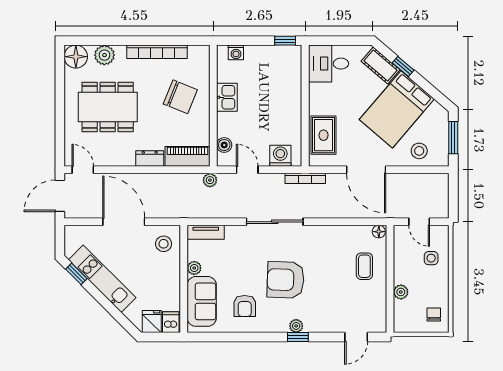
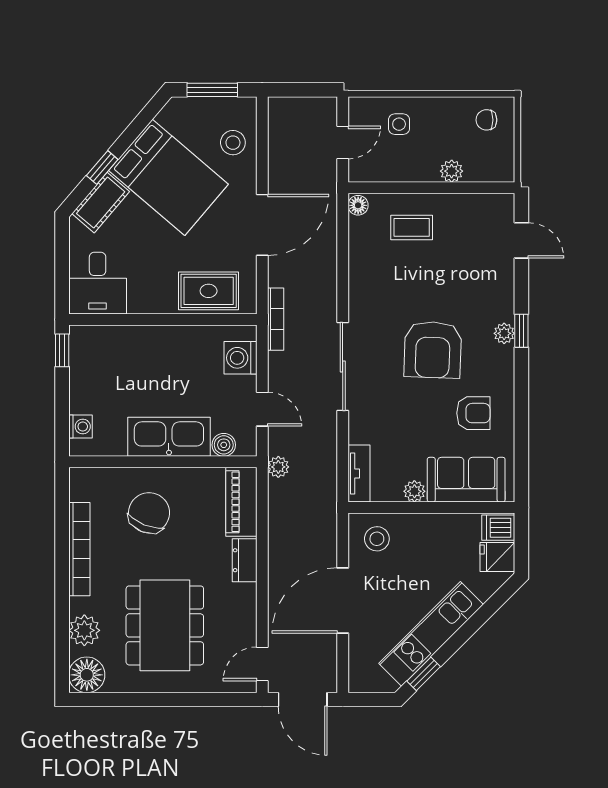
kitchen sink: (227, 97) -> (169, 437), width x1.88, depth x1.24
door: (247, 170) -> (262, 409), swing flipped

